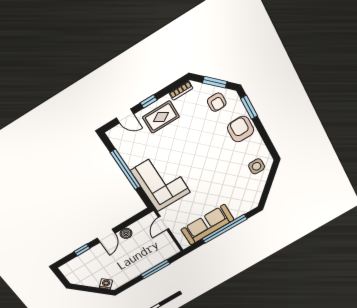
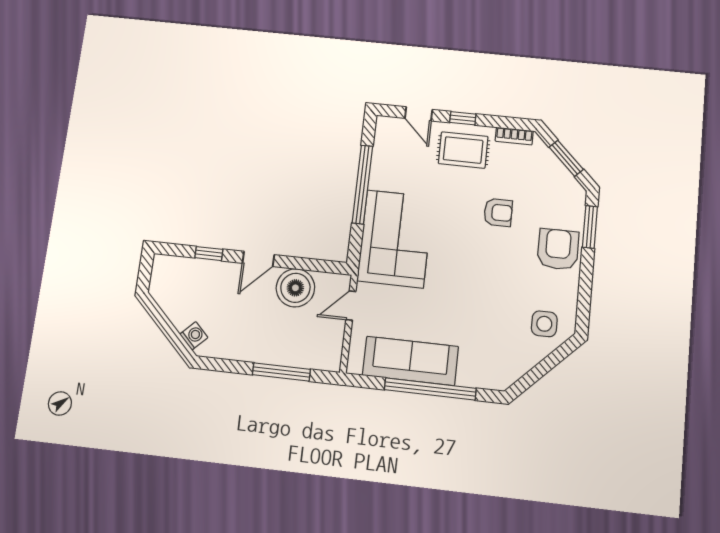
armchair: (217, 102) -> (498, 212), moved, turned -90
boiler: (126, 233) -> (295, 288), width x1.86, depth x1.86

